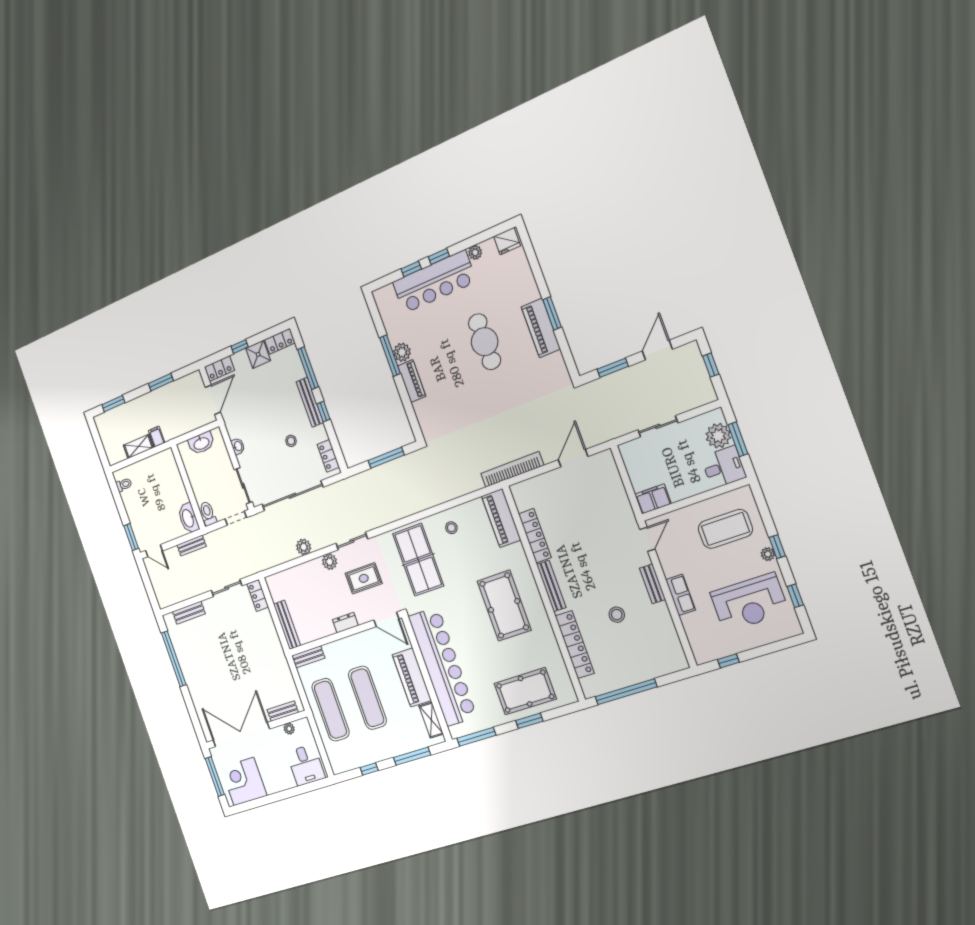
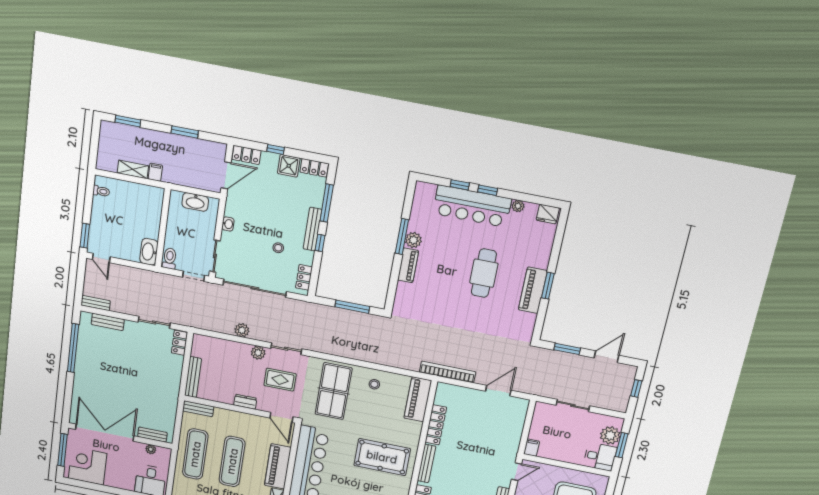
filing cabinet: (653, 499) -> (531, 448), width x0.50
bench: (192, 546) -> (96, 303), moved
pool table: (504, 605) -> (382, 457), turned 90

